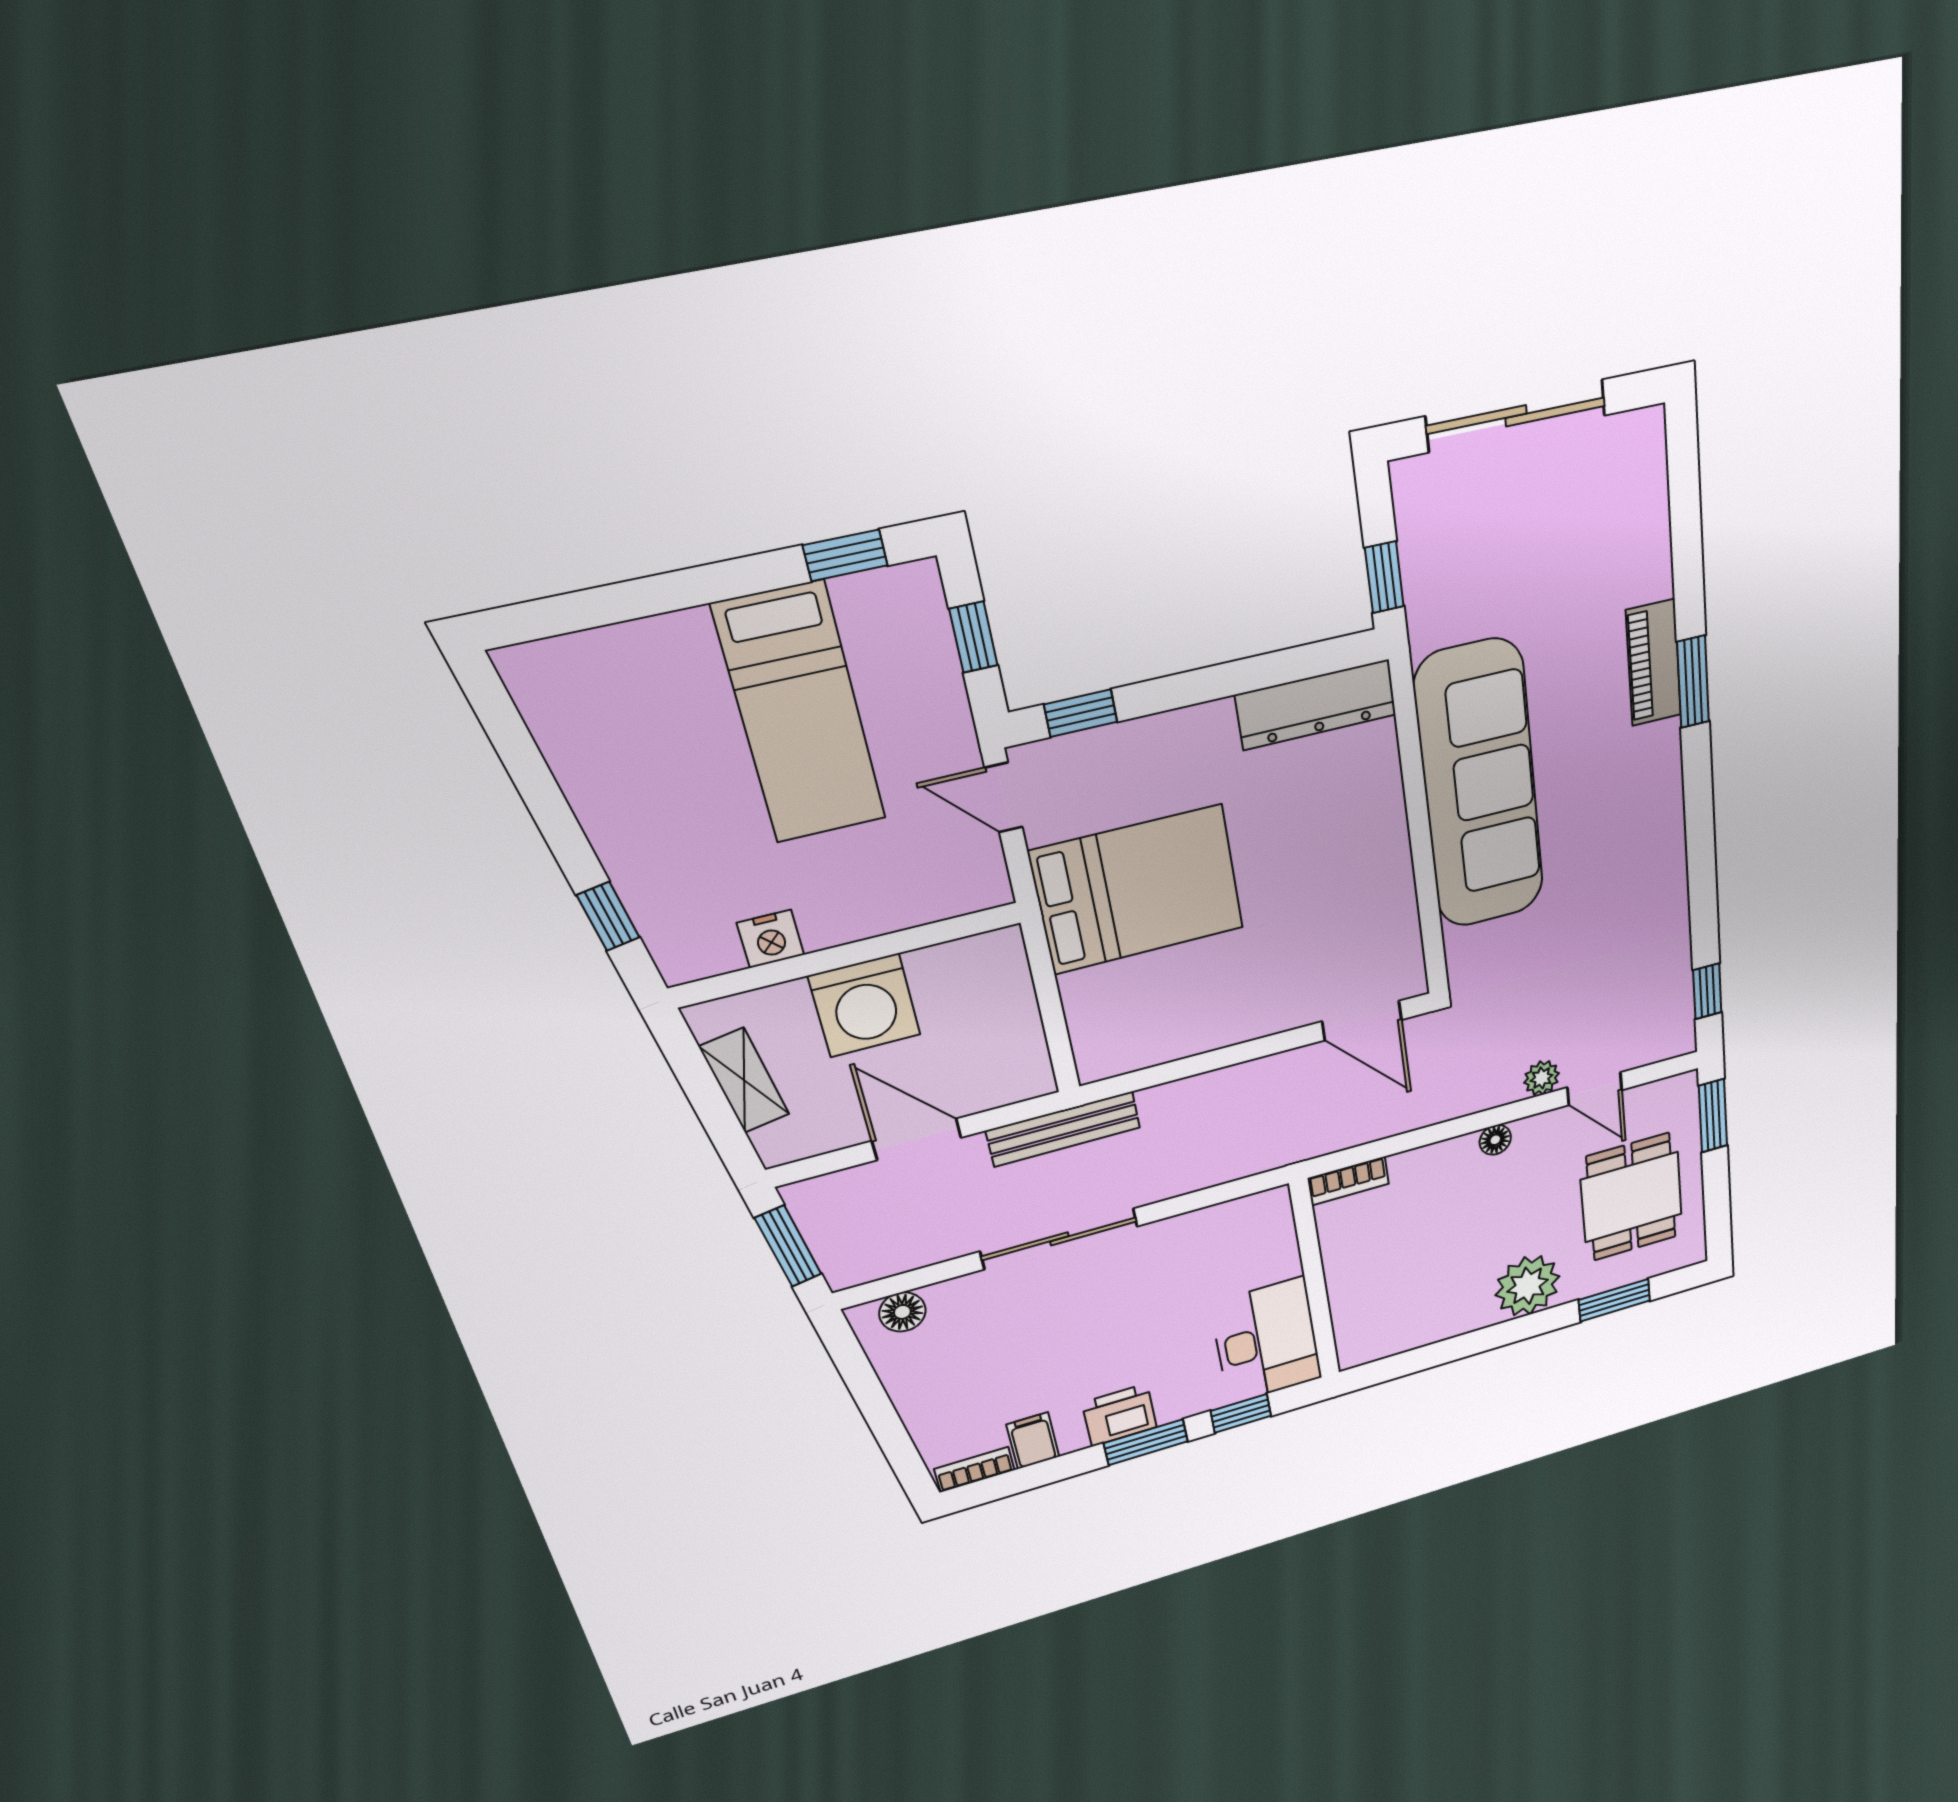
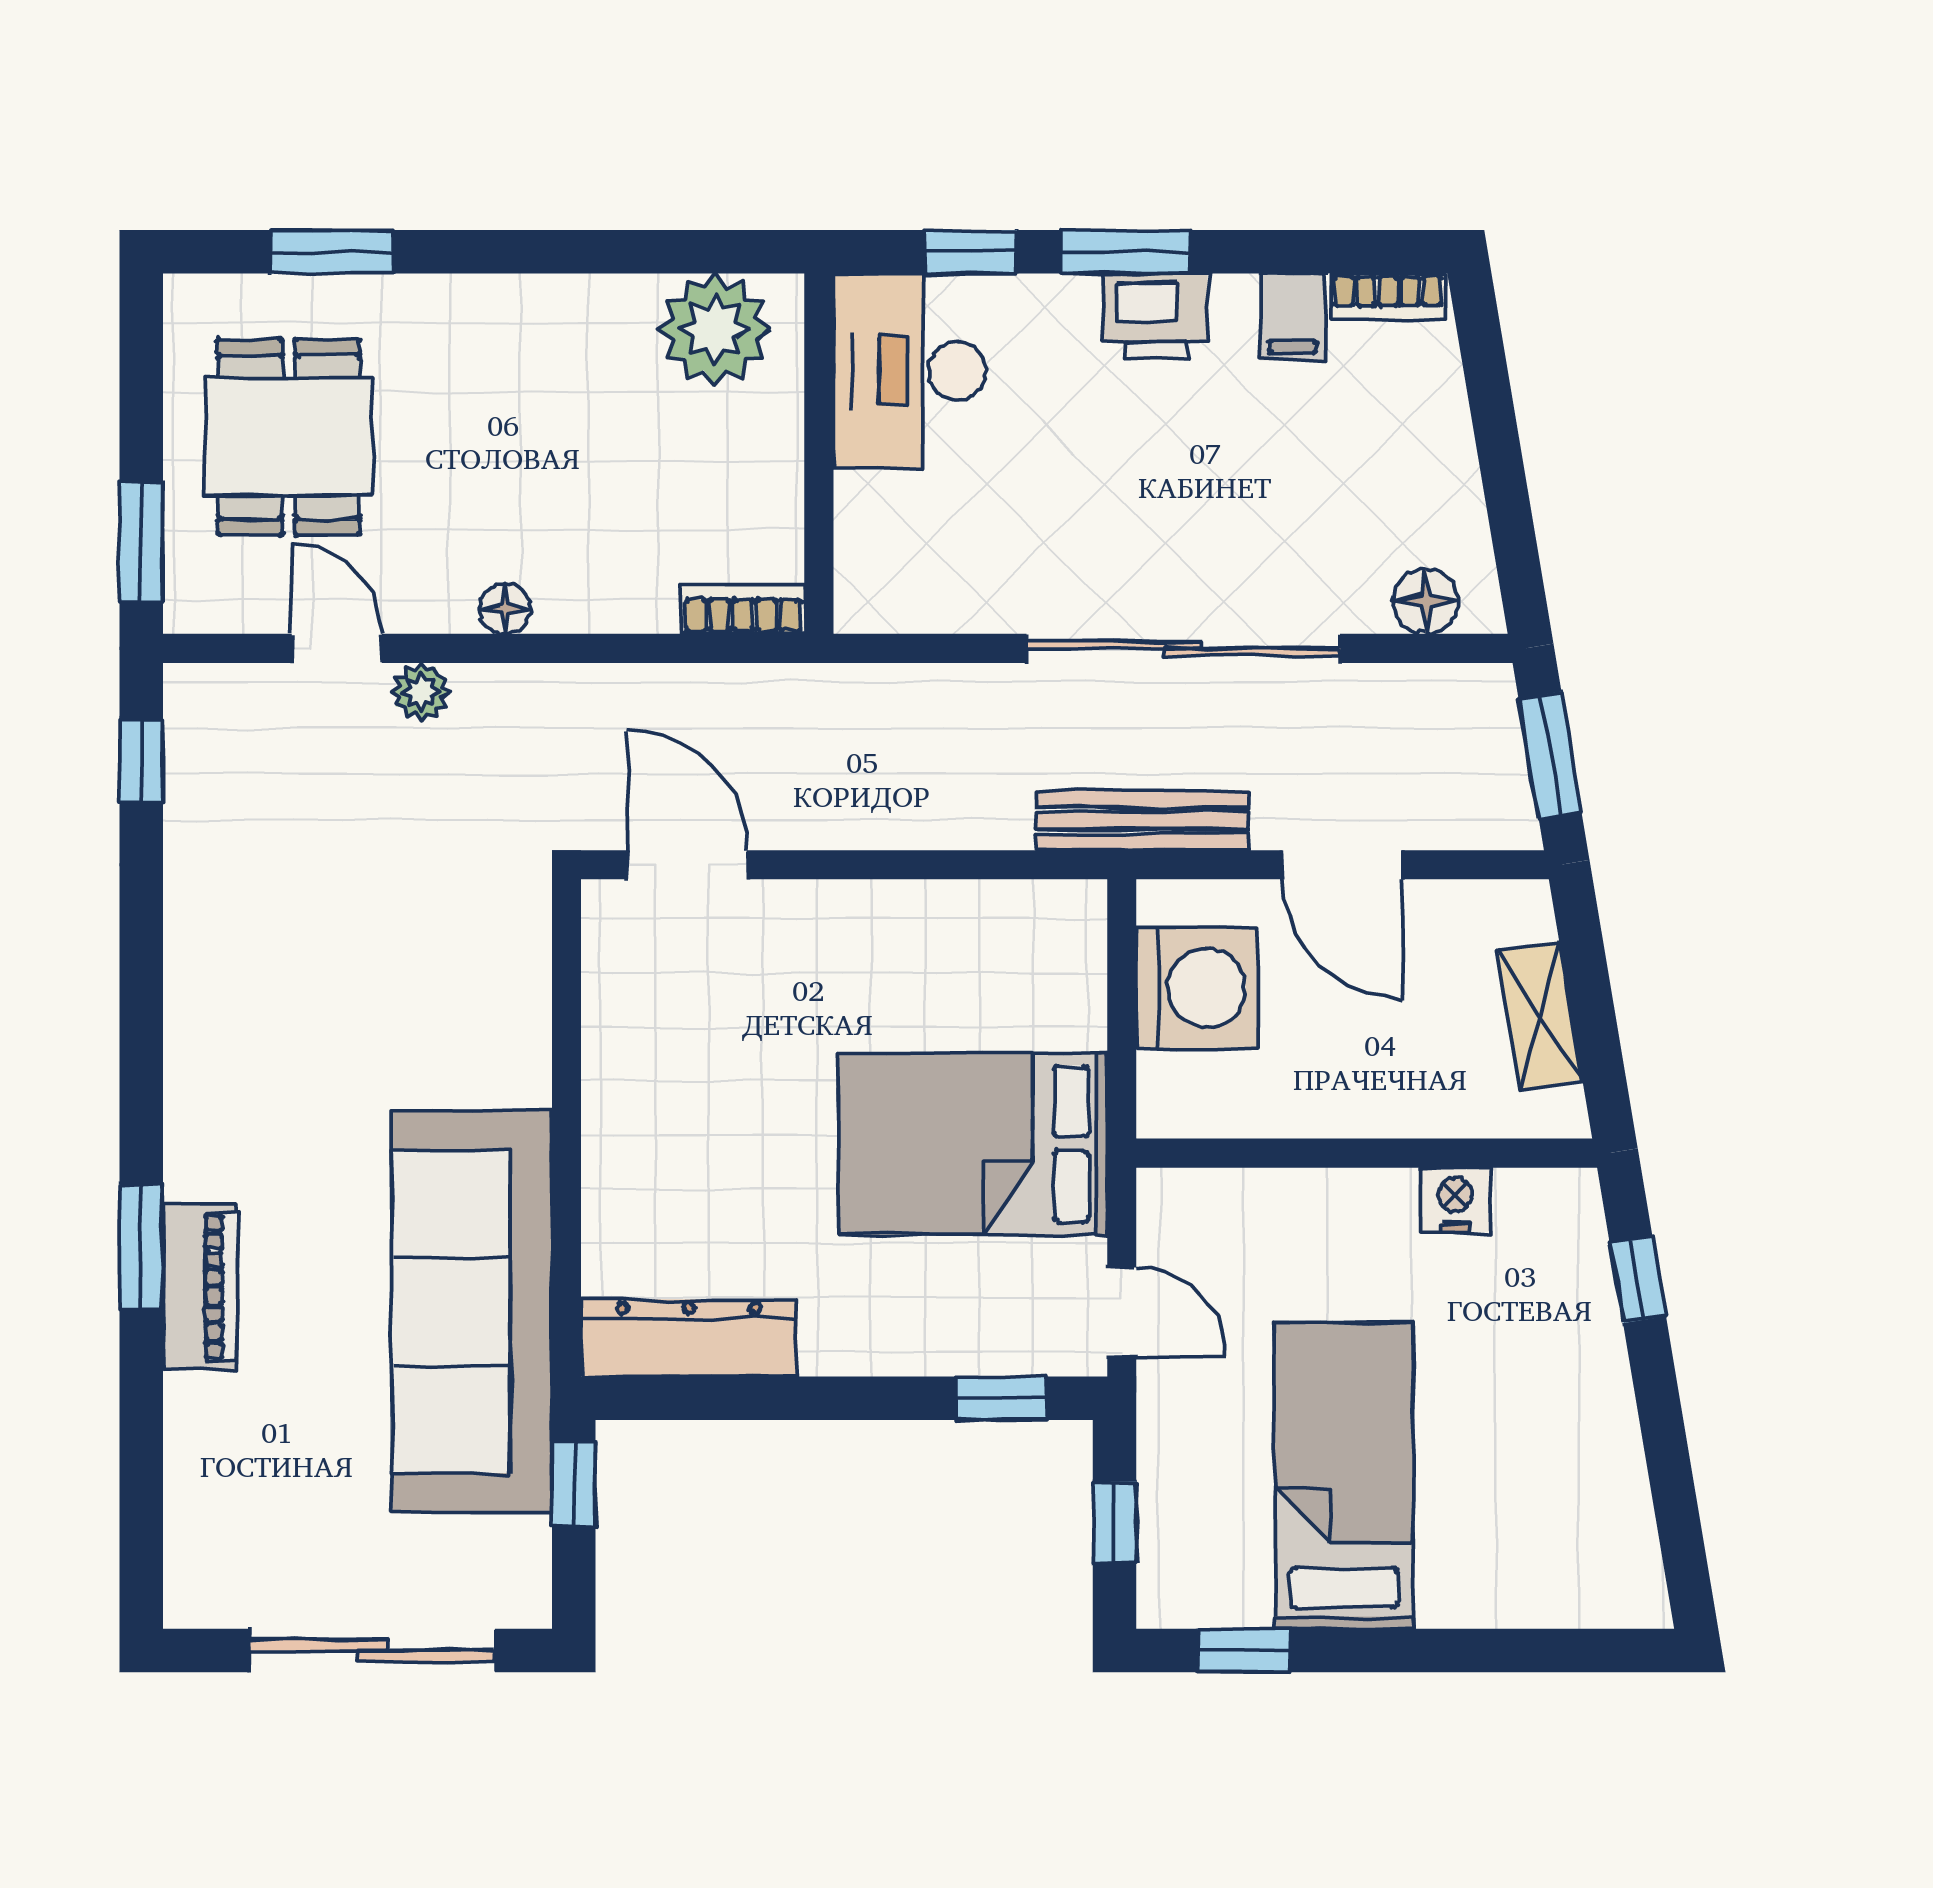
sofa: (1480, 786) -> (472, 1312), moved
washing machine: (864, 1005) -> (1197, 988), moved, turned 90
sliding door: (1059, 1239) -> (1183, 648), width x1.36
plant: (1528, 1286) -> (715, 329), moved

